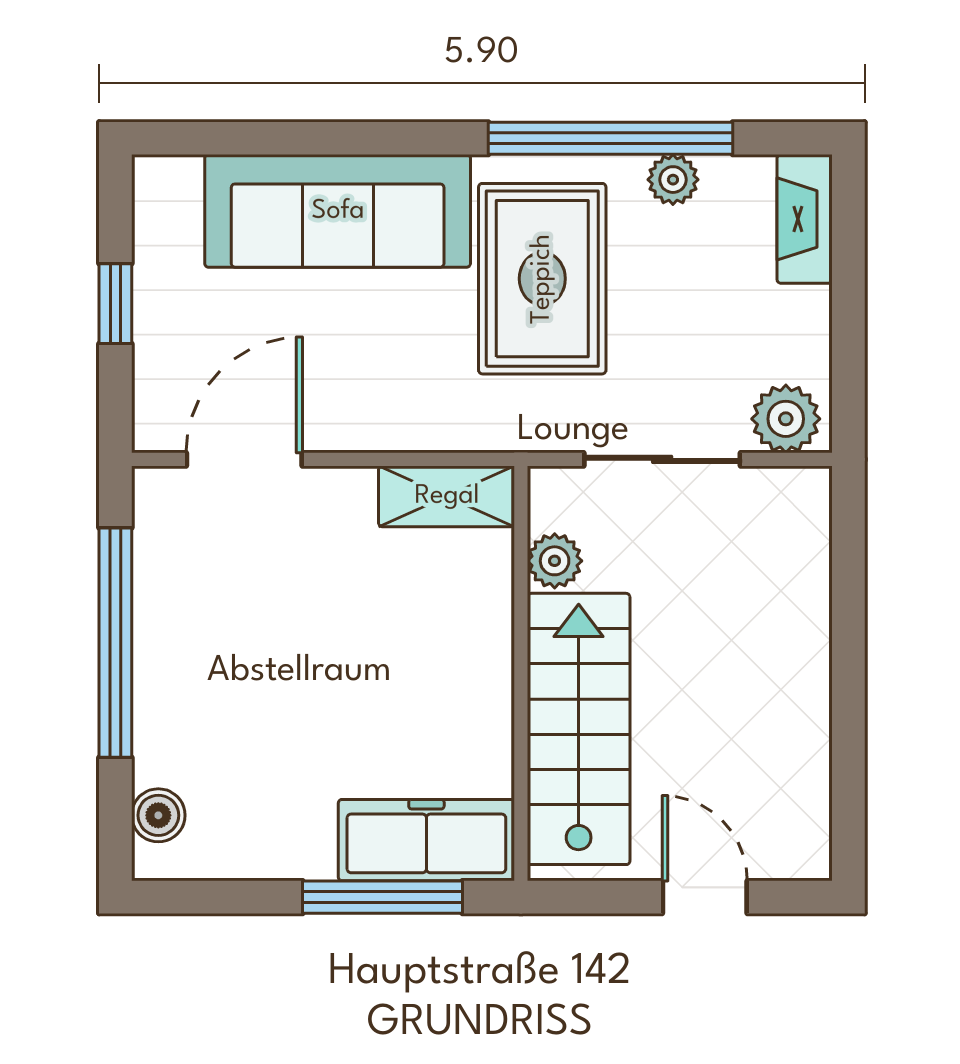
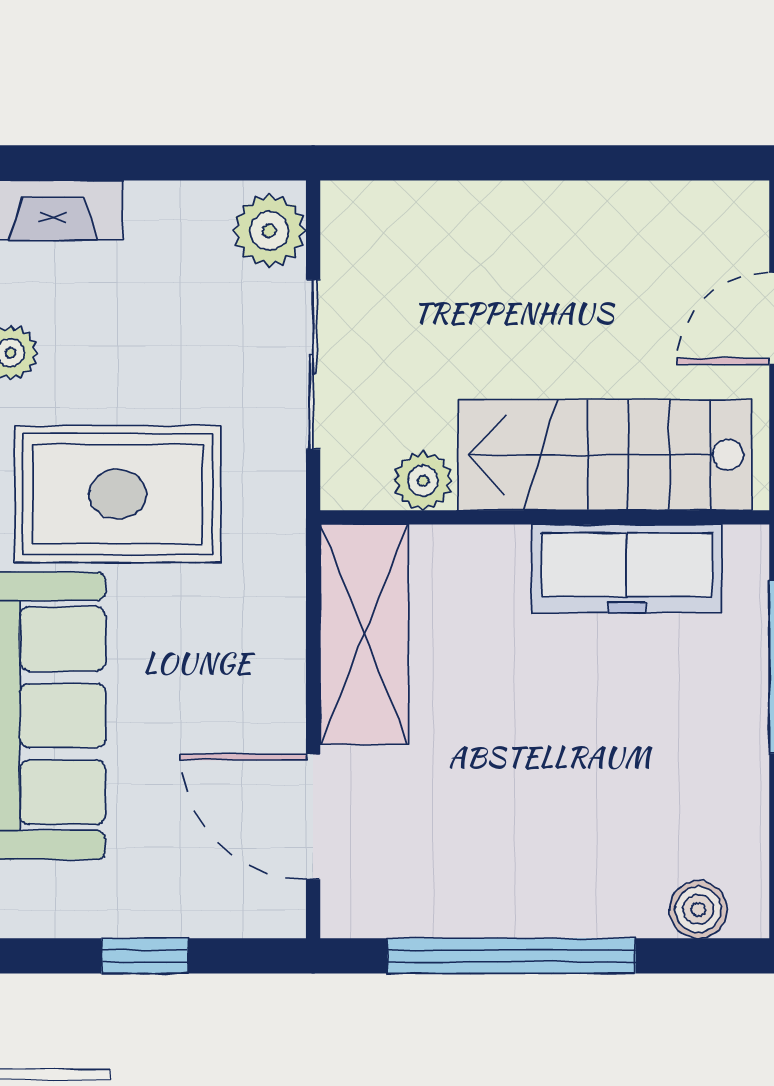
shelving: (447, 496) -> (364, 634), width x1.50, depth x1.33
freezer: (426, 840) -> (627, 568), moved, turned -90

